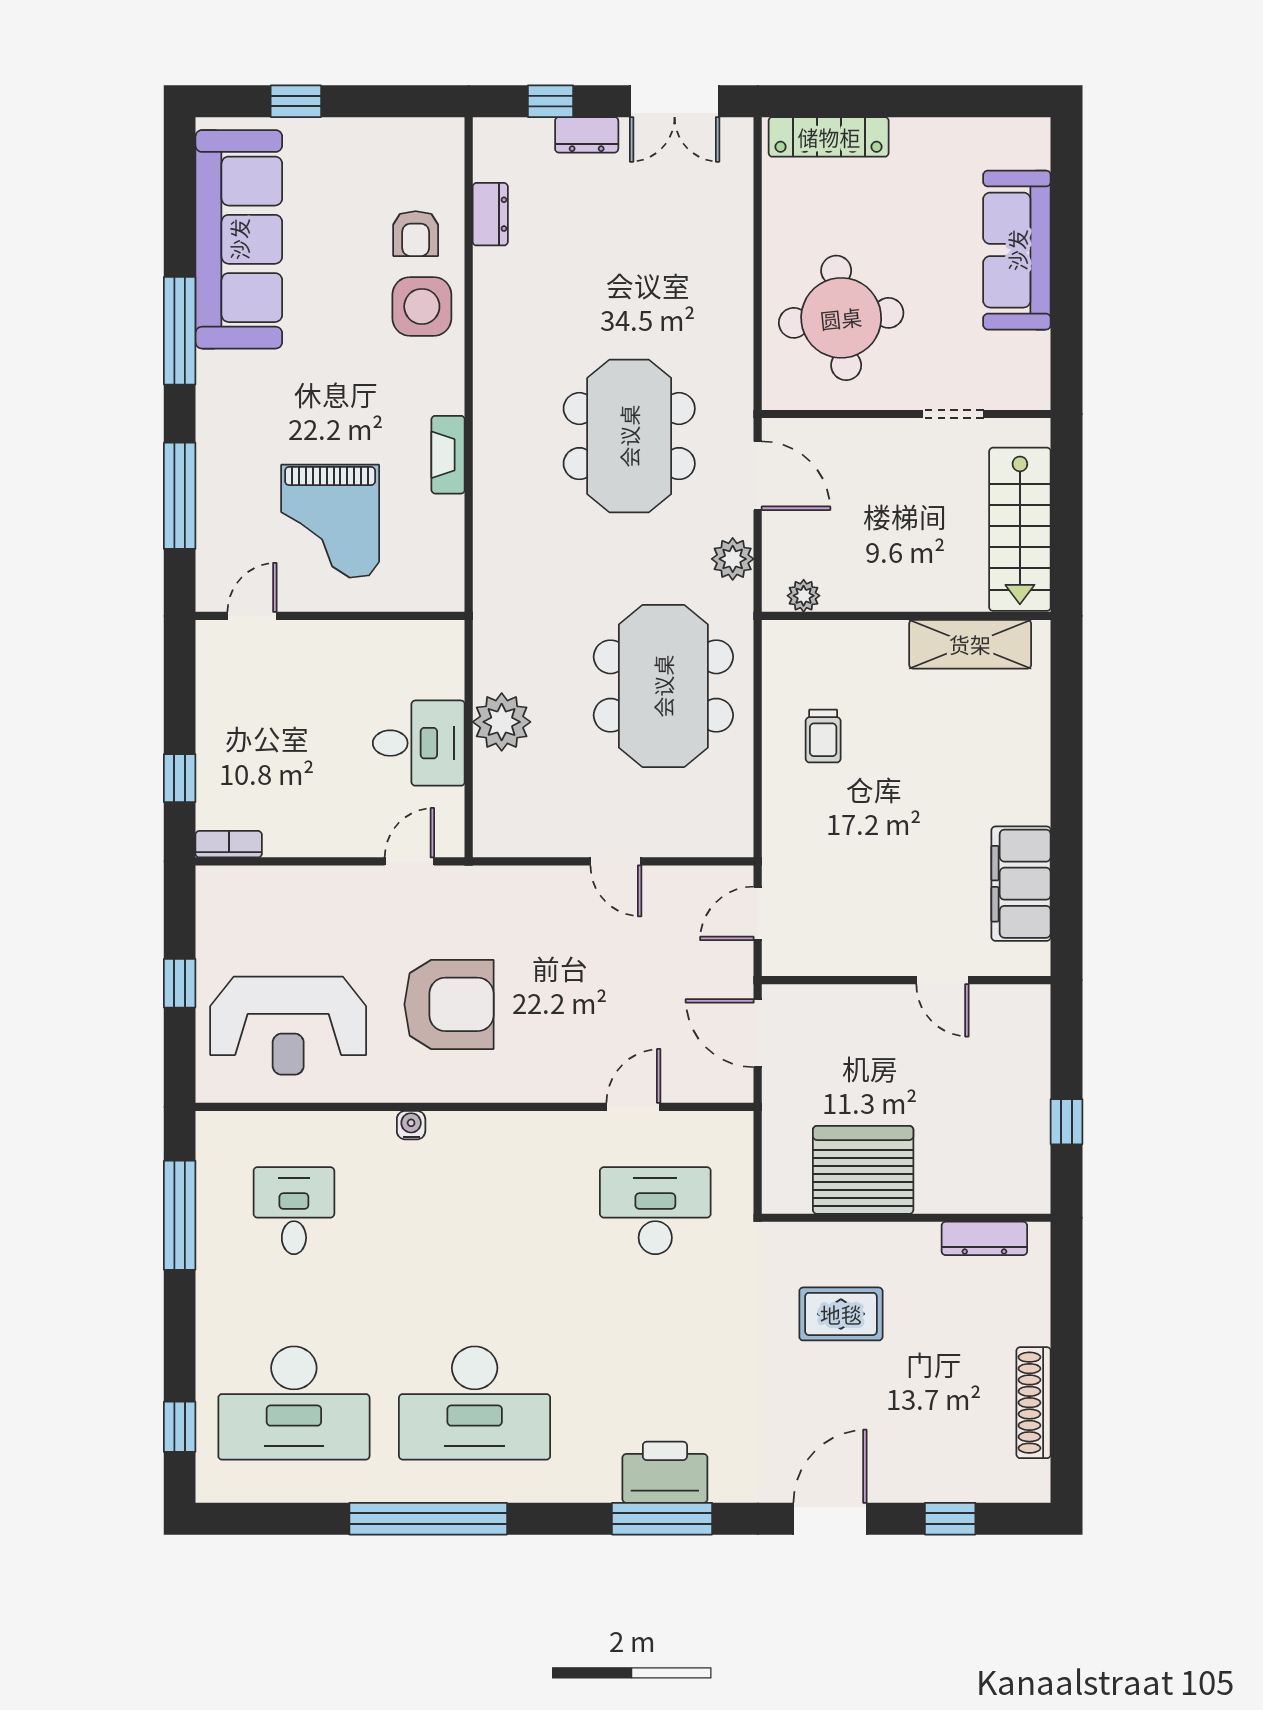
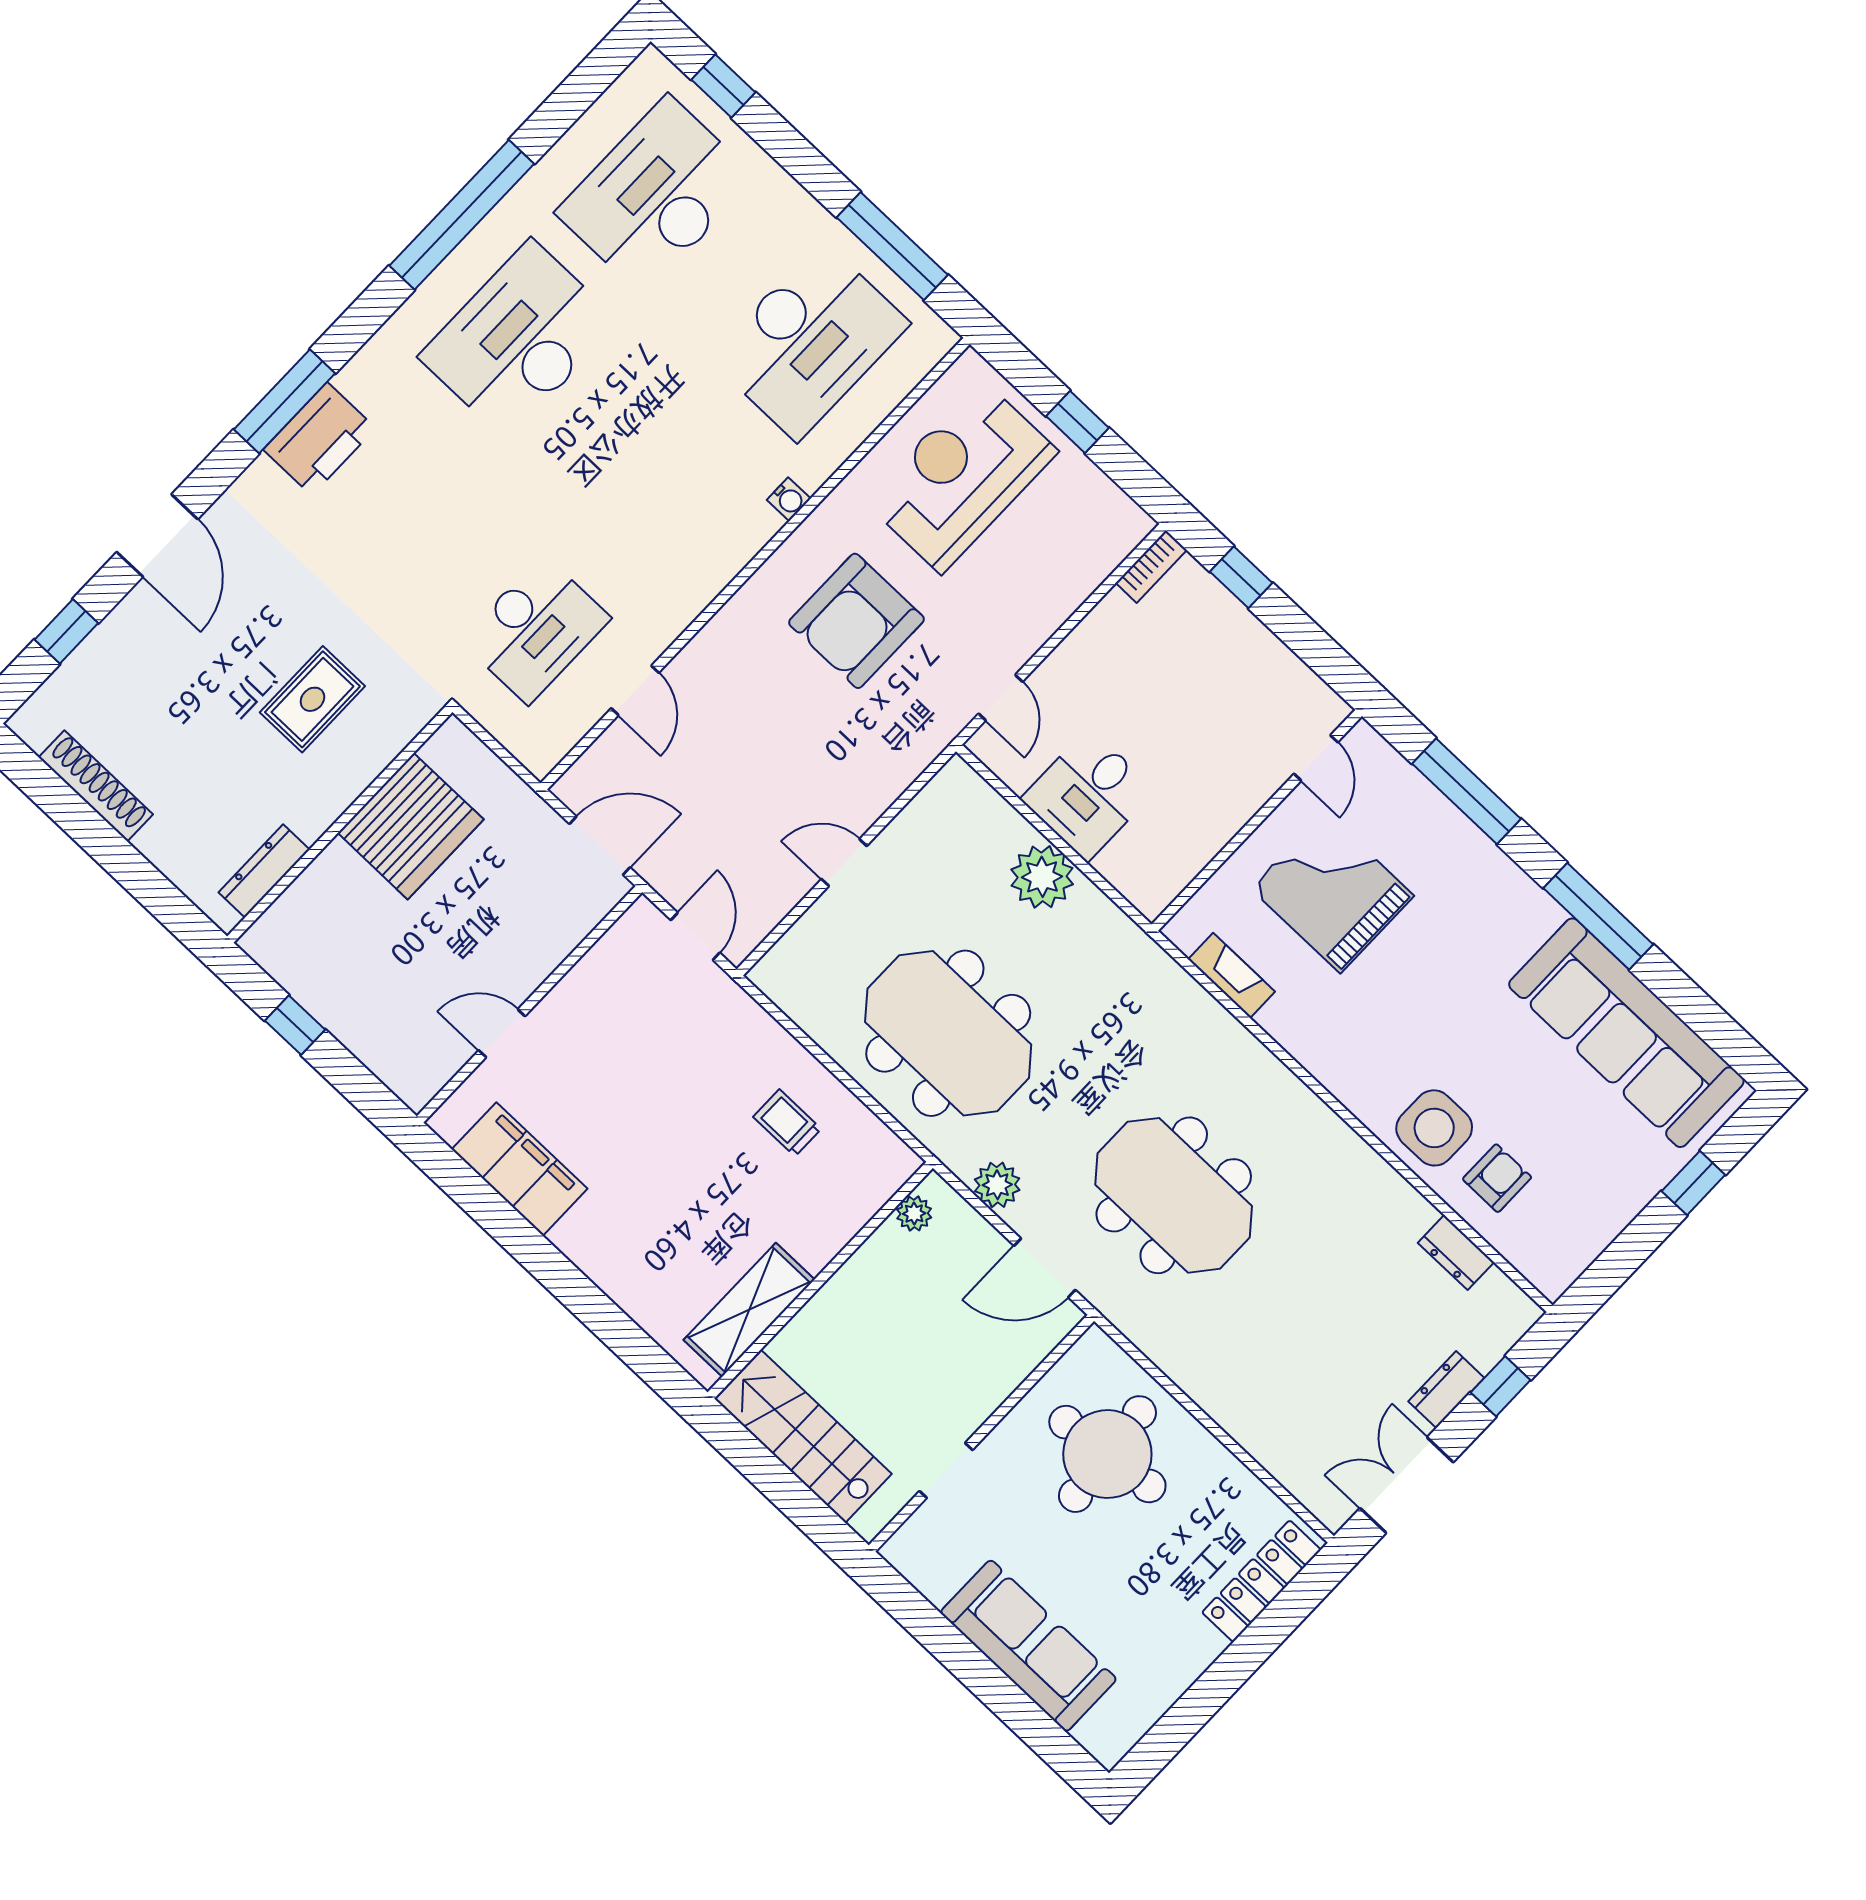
armchair: (416, 234) -> (1497, 1178), turned 90
fireplace: (448, 455) -> (1232, 975), moved
desk: (294, 1211) -> (809, 341), width x1.87, depth x1.30

